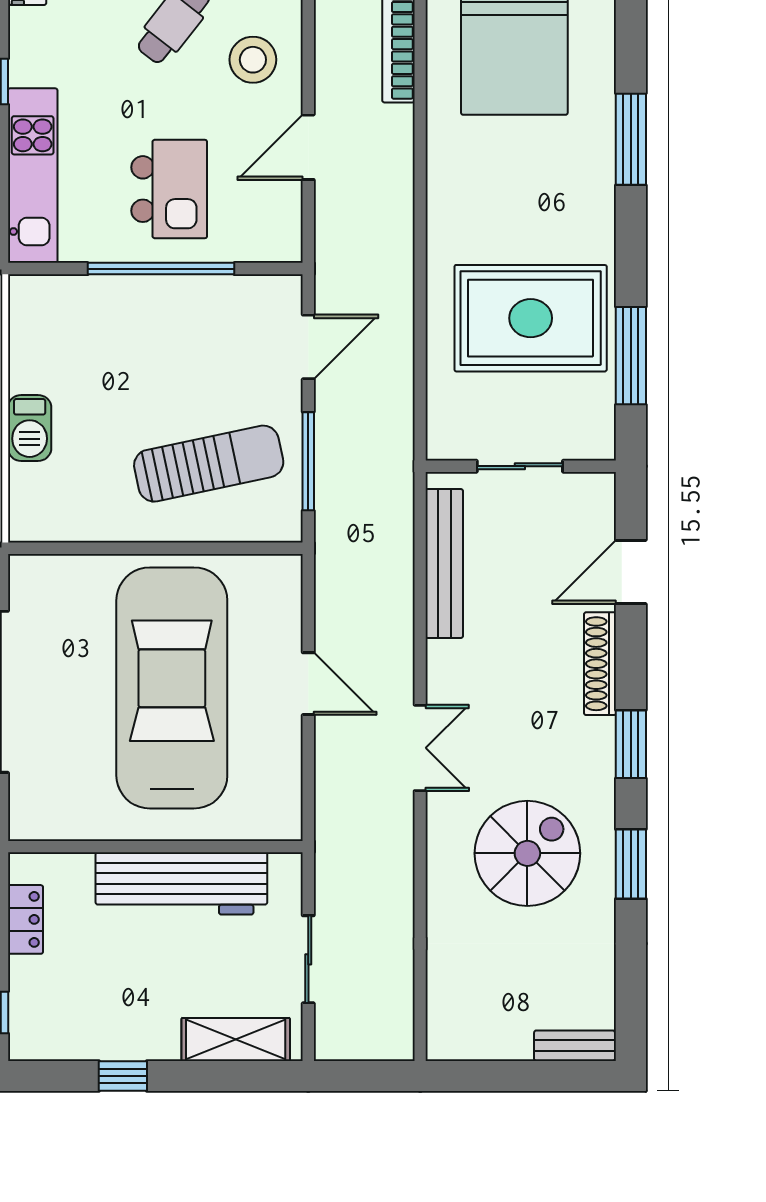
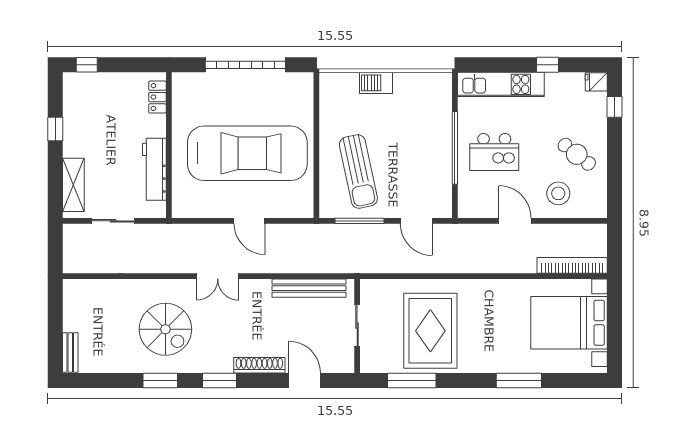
door: (308, 684) -> (249, 221), hinge flipped
workbench: (181, 883) -> (154, 169), width x0.73, depth x0.76
locker: (25, 919) -> (157, 97), moved, turned 90

